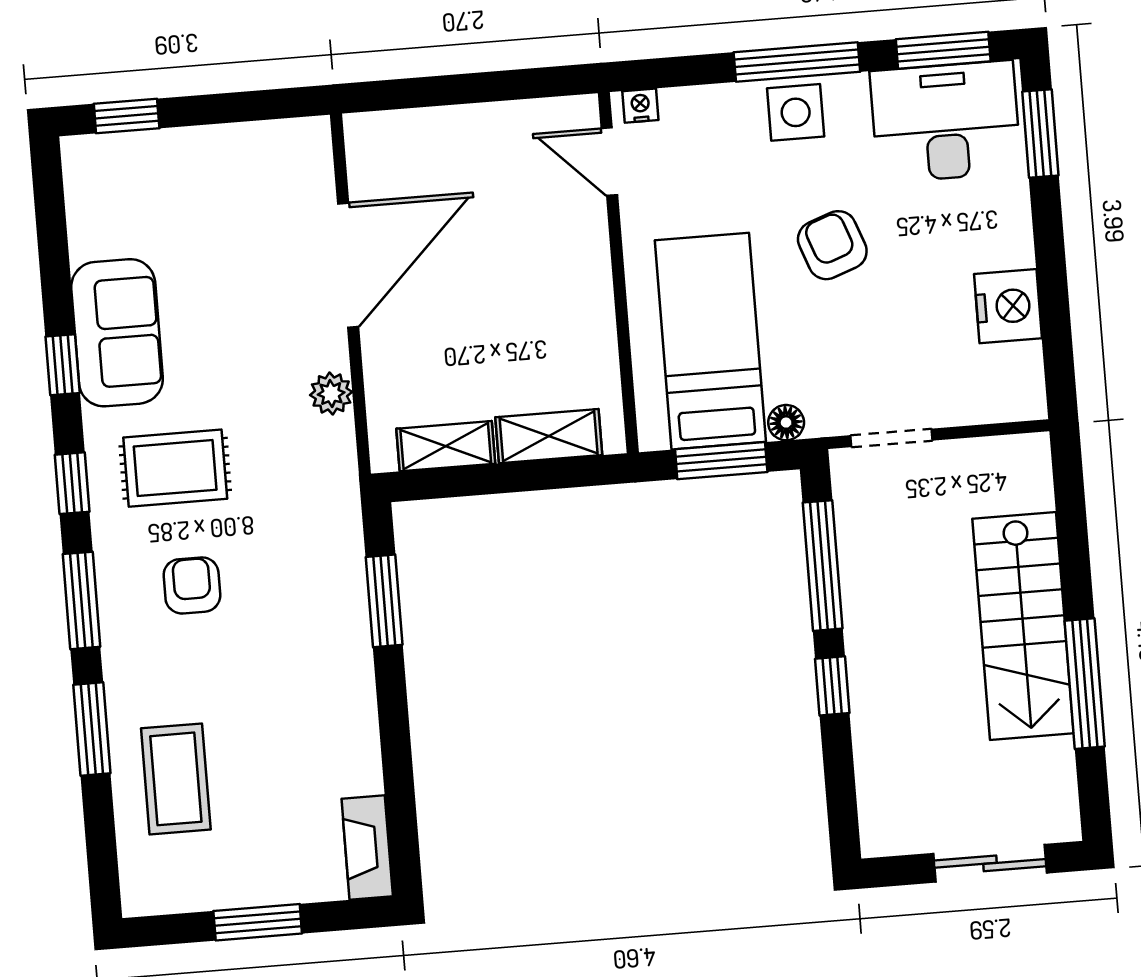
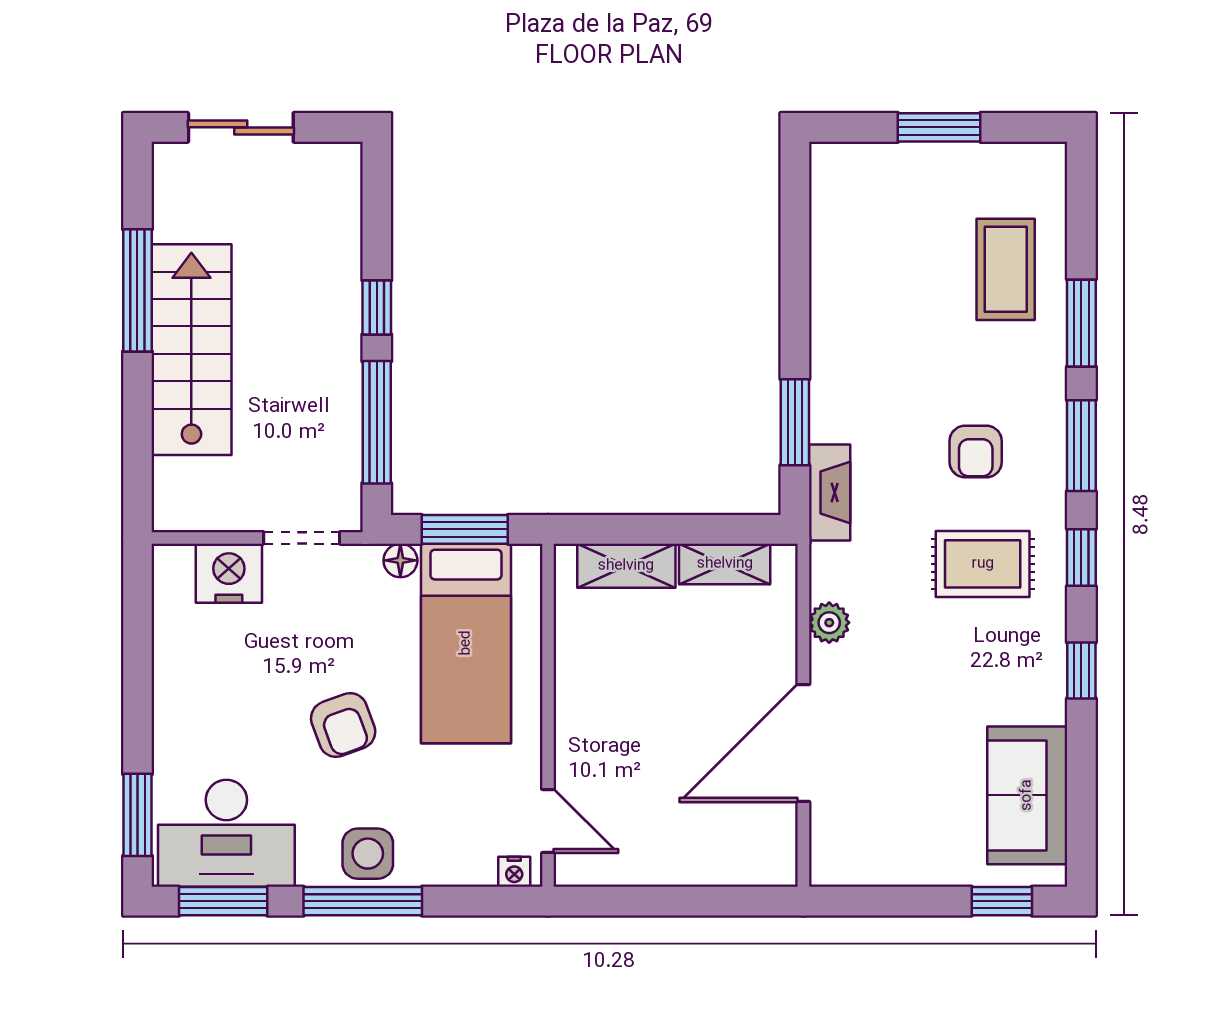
nightstand: (1008, 306) -> (229, 573), moved, turned 90
sofa: (117, 333) -> (1027, 795), moved
fireplace: (367, 848) -> (830, 493), moved

